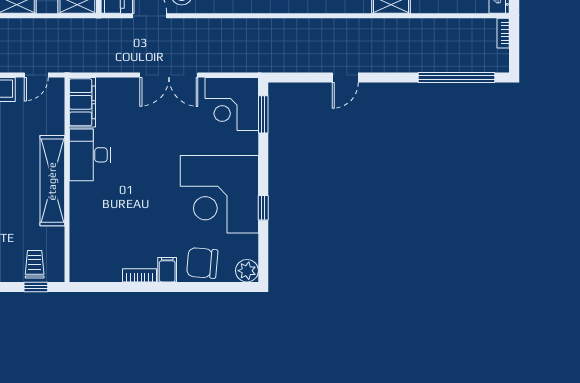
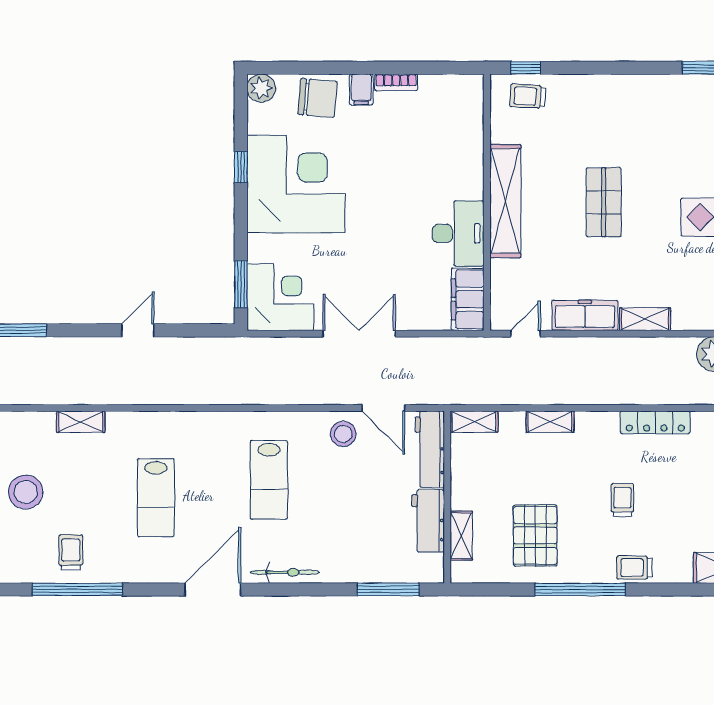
trolley: (35, 264) -> (528, 96), turned 94

